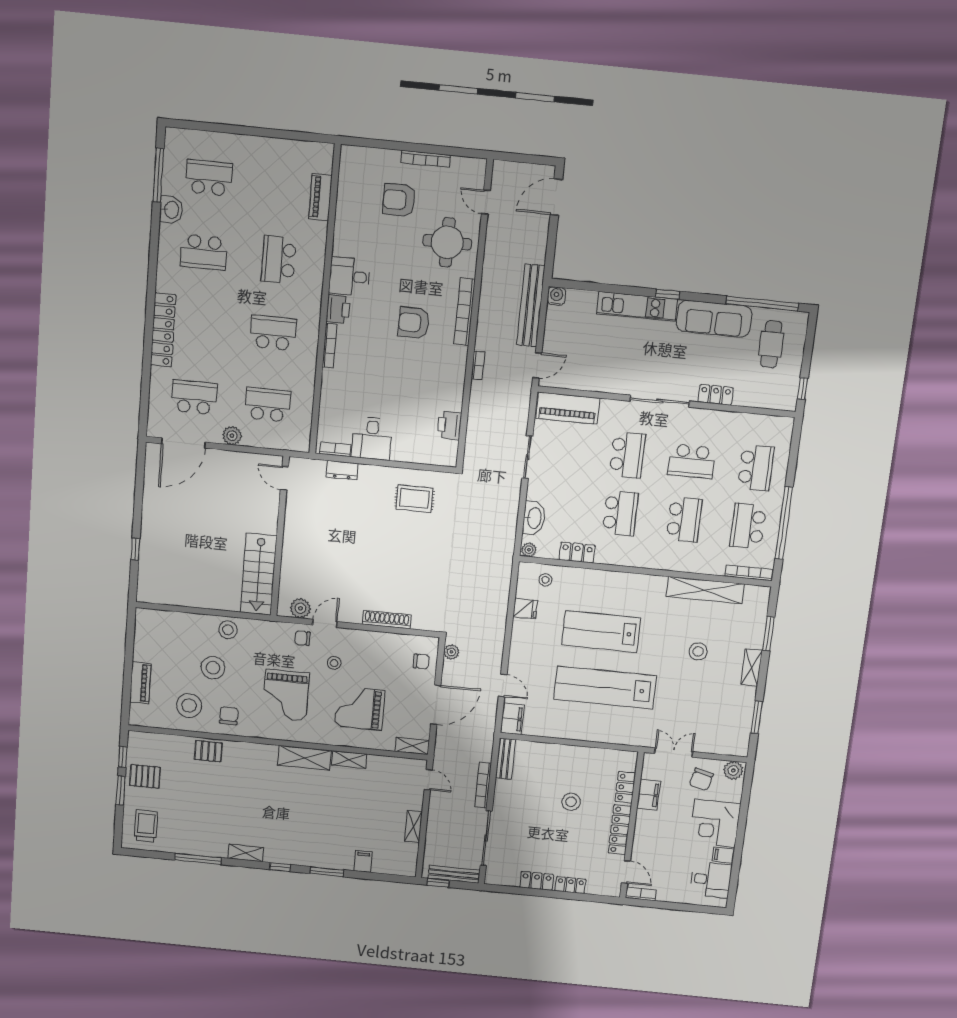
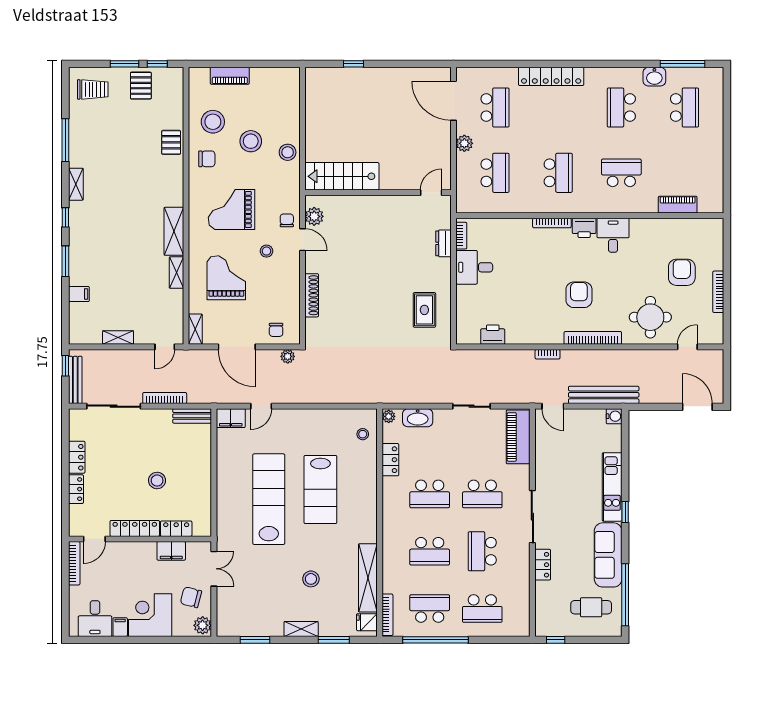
fridge: (525, 609) -> (367, 622), moved, turned 90
lab bench: (601, 631) -> (320, 489), turned 180
bookcase: (641, 894) -> (74, 563), width x1.56

